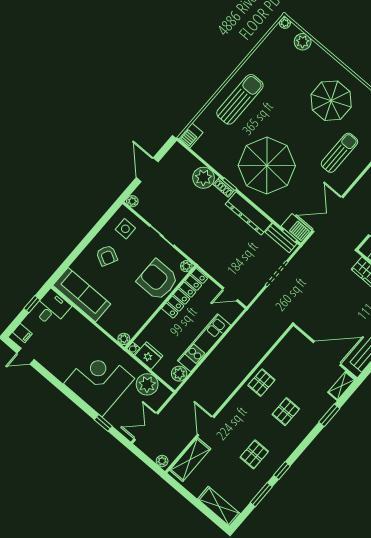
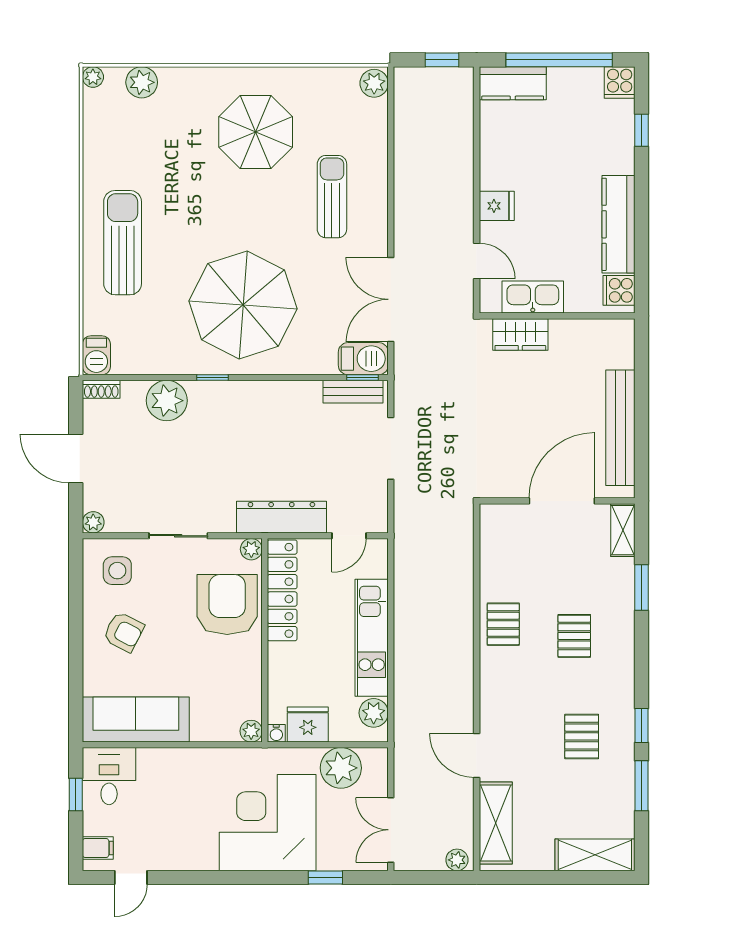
shoe rack: (224, 187) -> (101, 389), moved
dresser: (249, 213) -> (281, 517), moved, turned 180
armchair: (158, 280) -> (227, 604), turned 90

